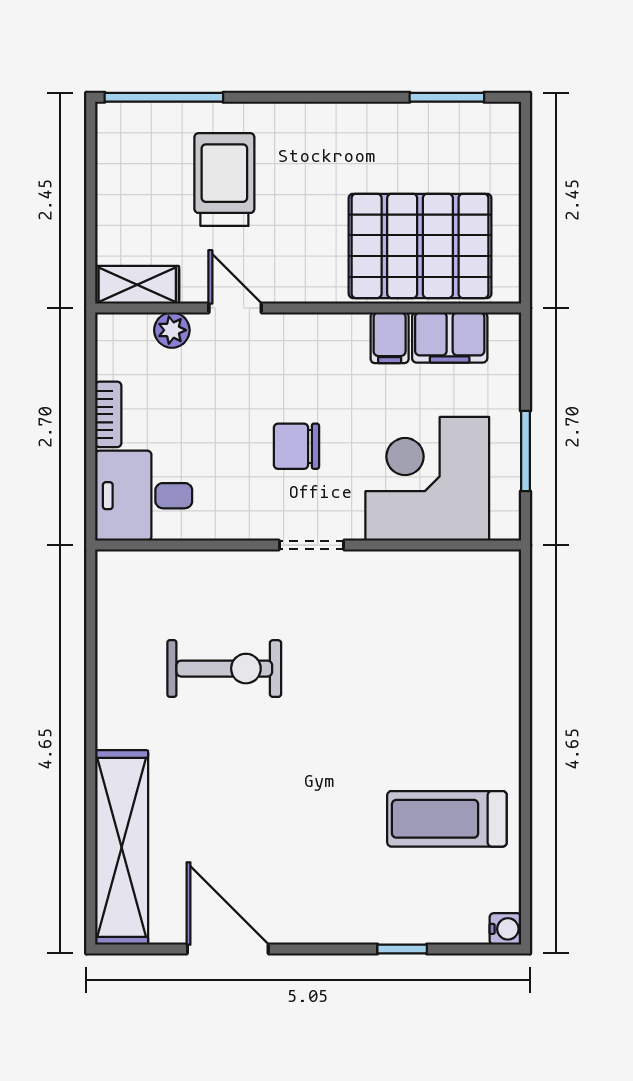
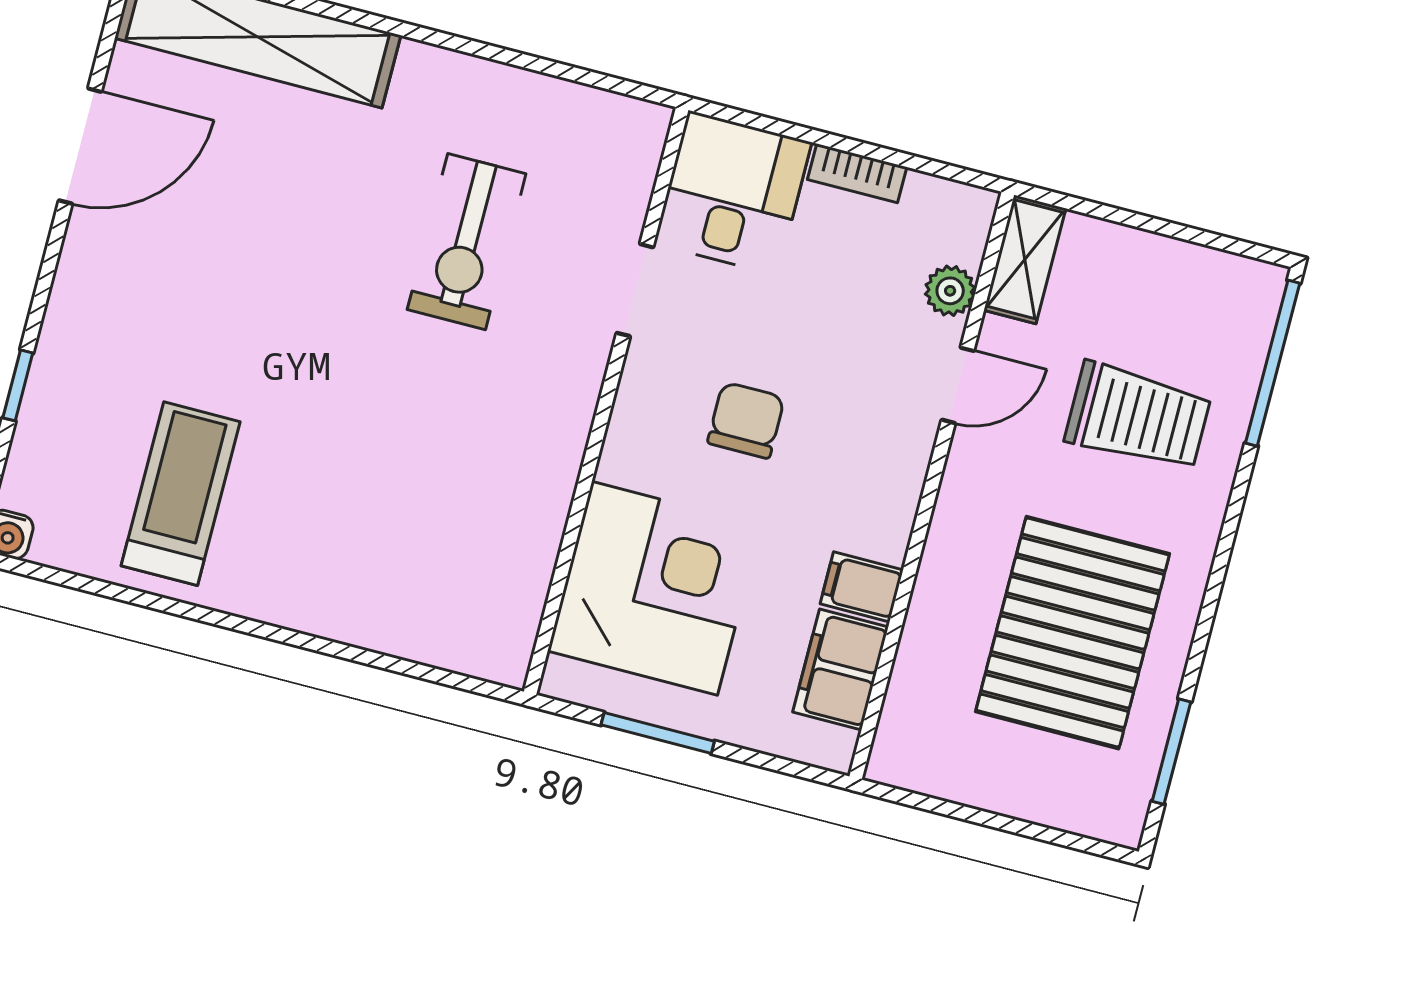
pallet: (420, 246) -> (1073, 633), moved
doorway: (312, 545) -> (635, 290), moved

